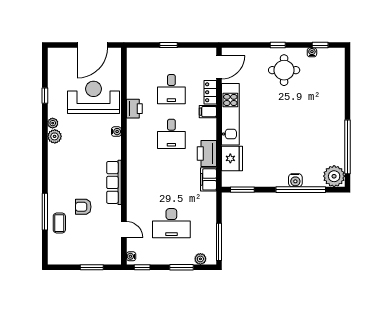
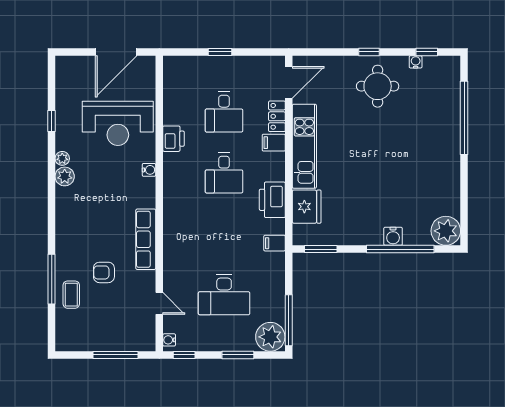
reception desk: (94, 97) -> (118, 123), turned 180
window: (347, 147) -> (464, 118), moved
filing cabinet: (208, 179) -> (275, 243), width x0.50
plant: (200, 259) -> (270, 337), width x1.87, depth x1.87
window: (92, 267) -> (116, 355), width x1.44

